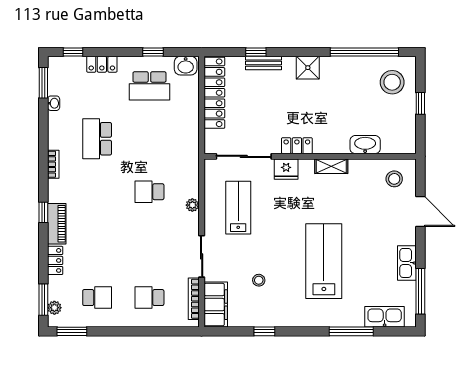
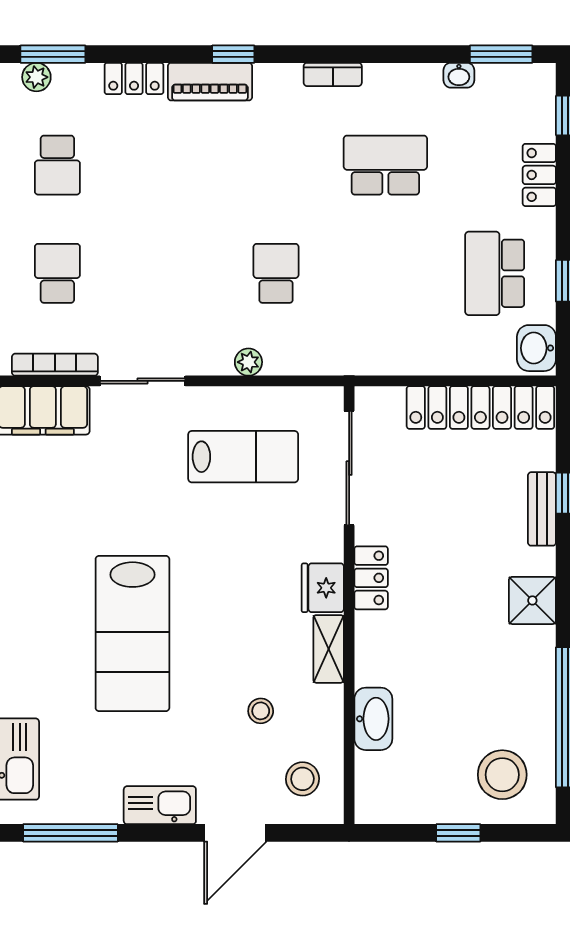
fridge: (286, 169) -> (323, 588), moved
lab bench: (324, 261) -> (132, 634), turned 90
kitchen sink: (407, 263) -> (160, 805), moved
stool: (259, 280) -> (261, 711), moved

